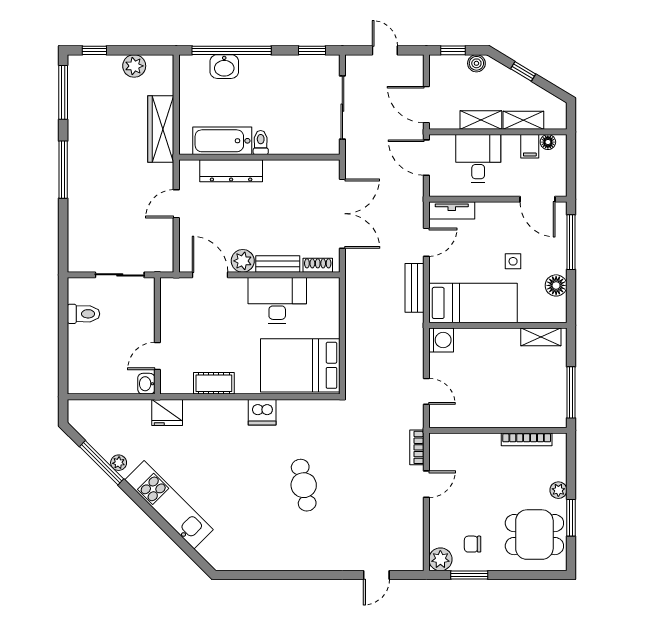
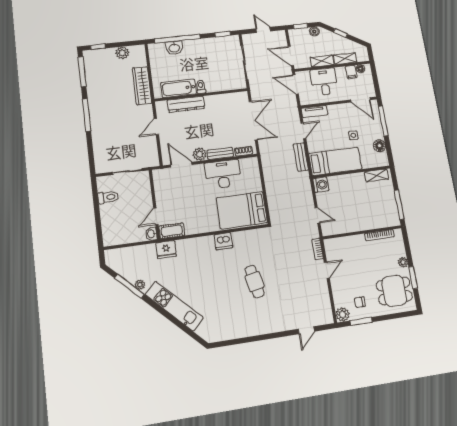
cot: (214, 383) -> (172, 231), moved

